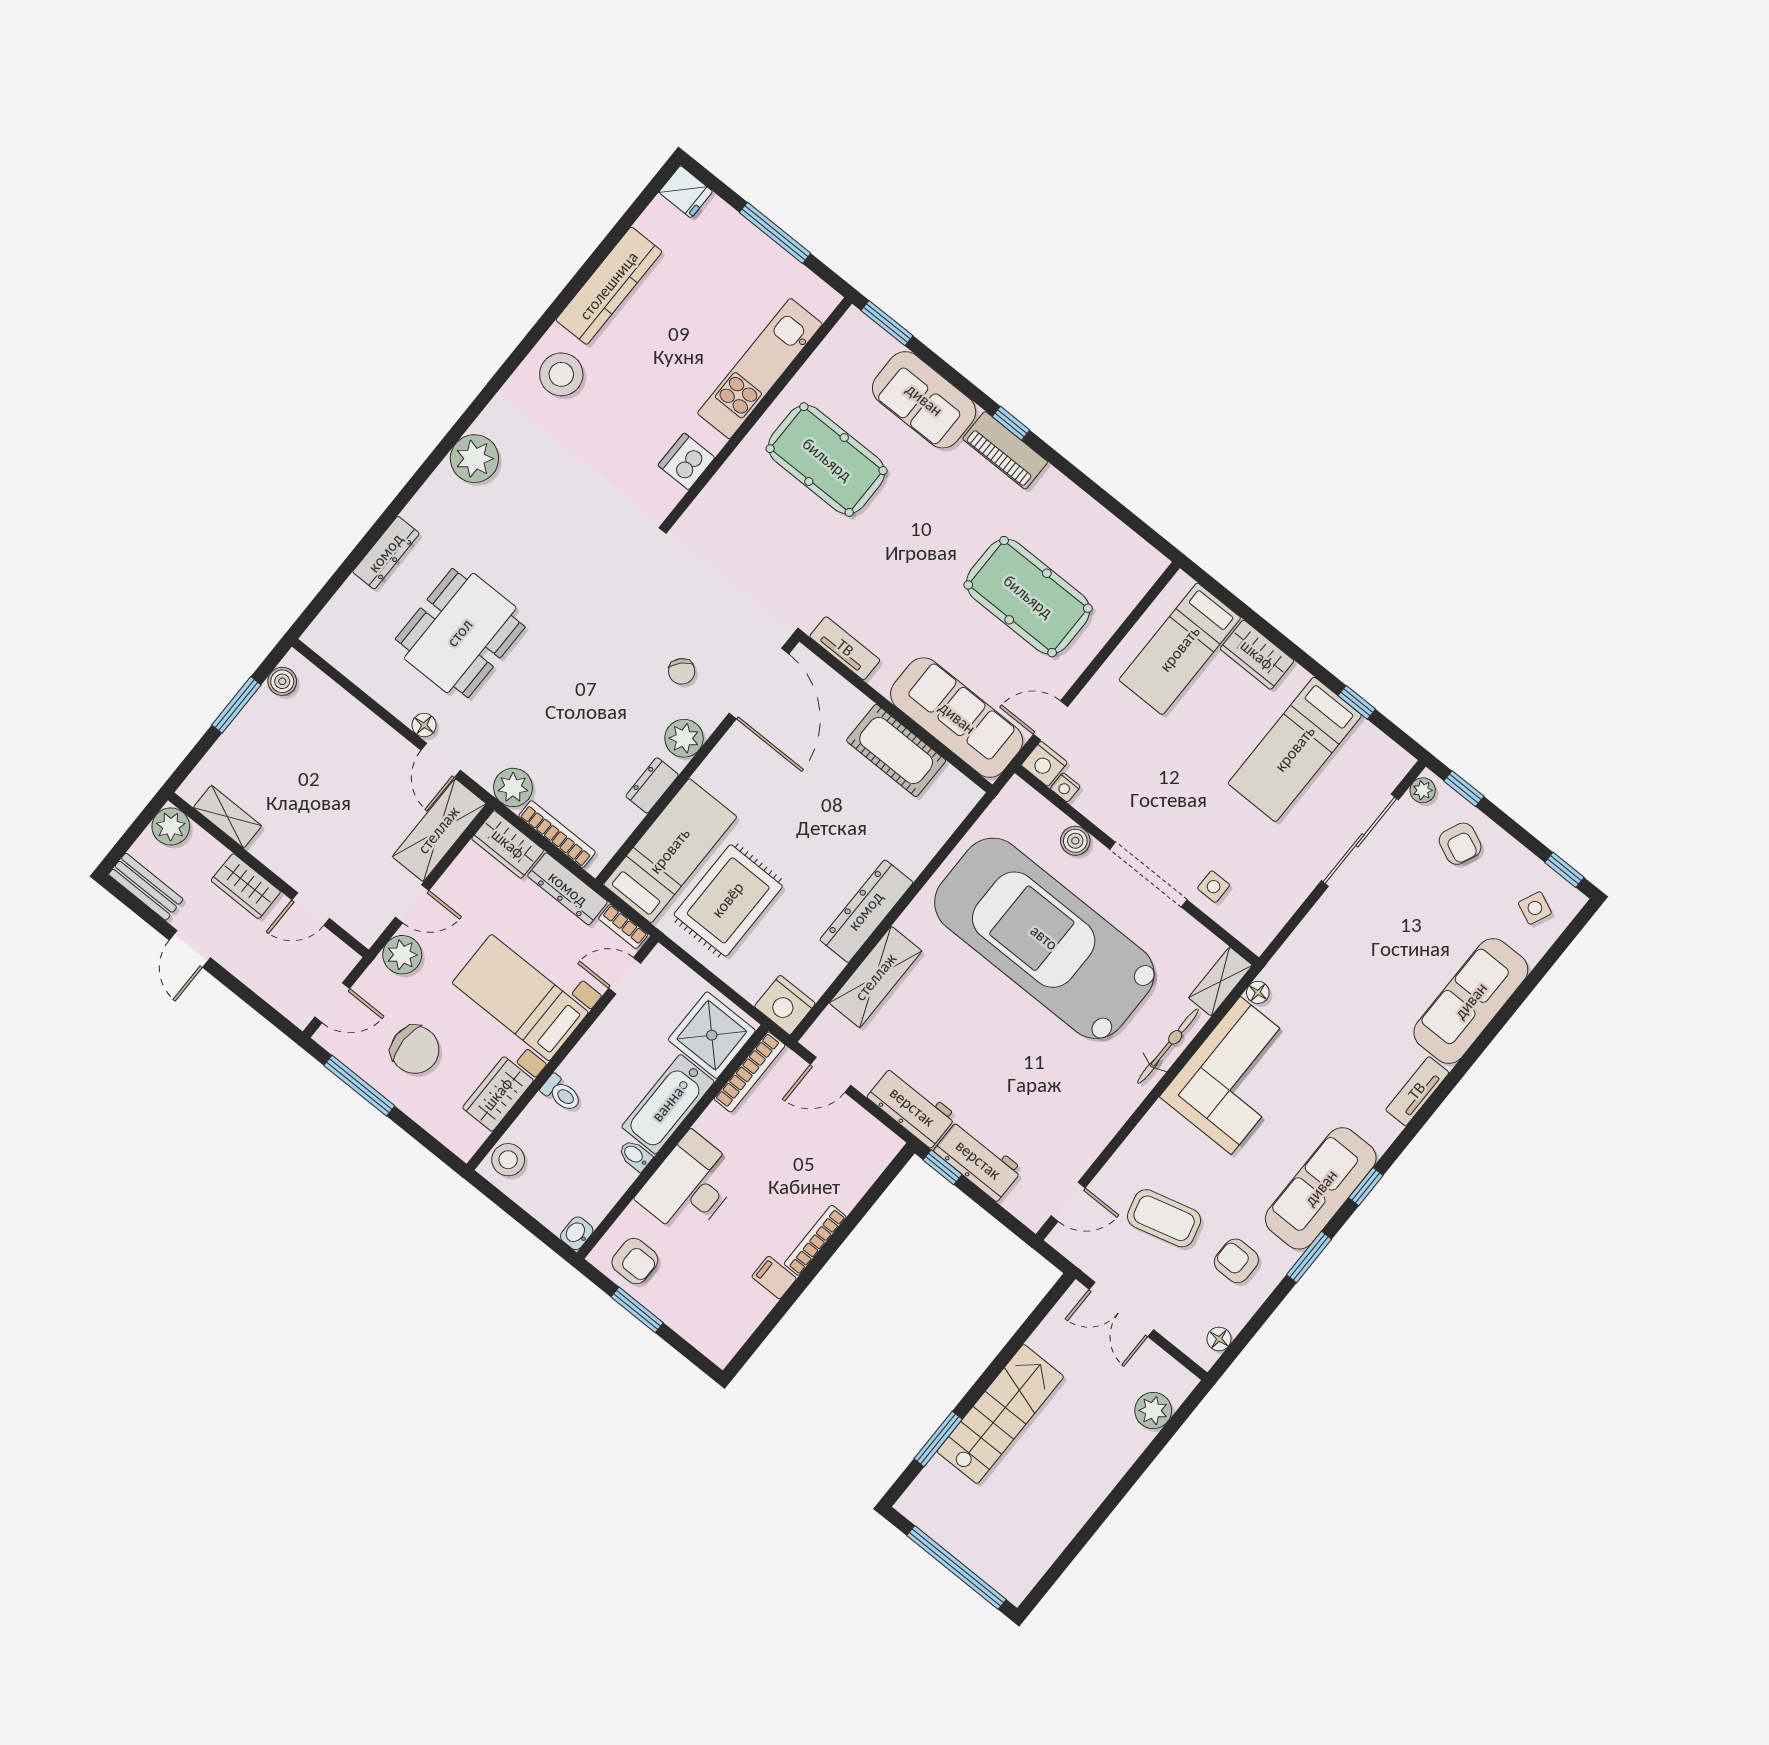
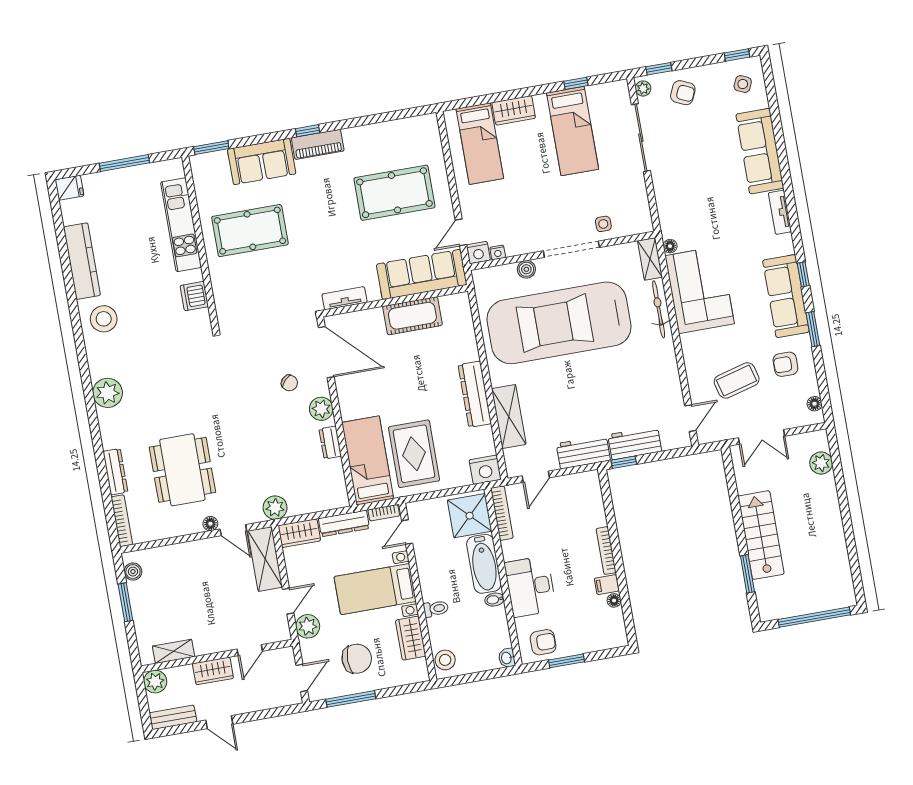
bookcase: (557, 834) -> (122, 521), moved, turned 90
floor lamp: (762, 1304) -> (614, 600), added

